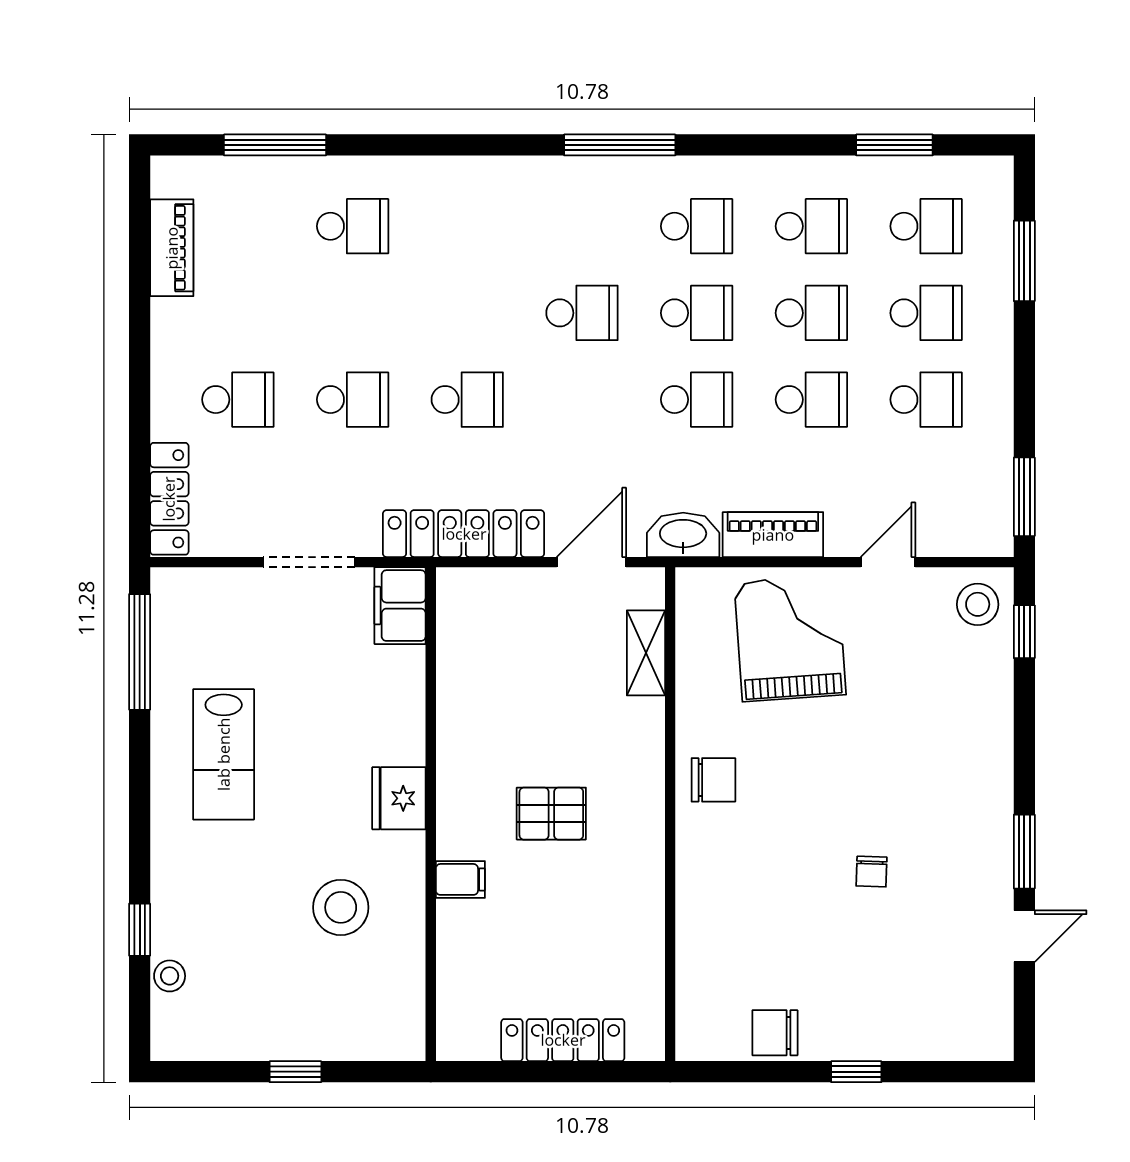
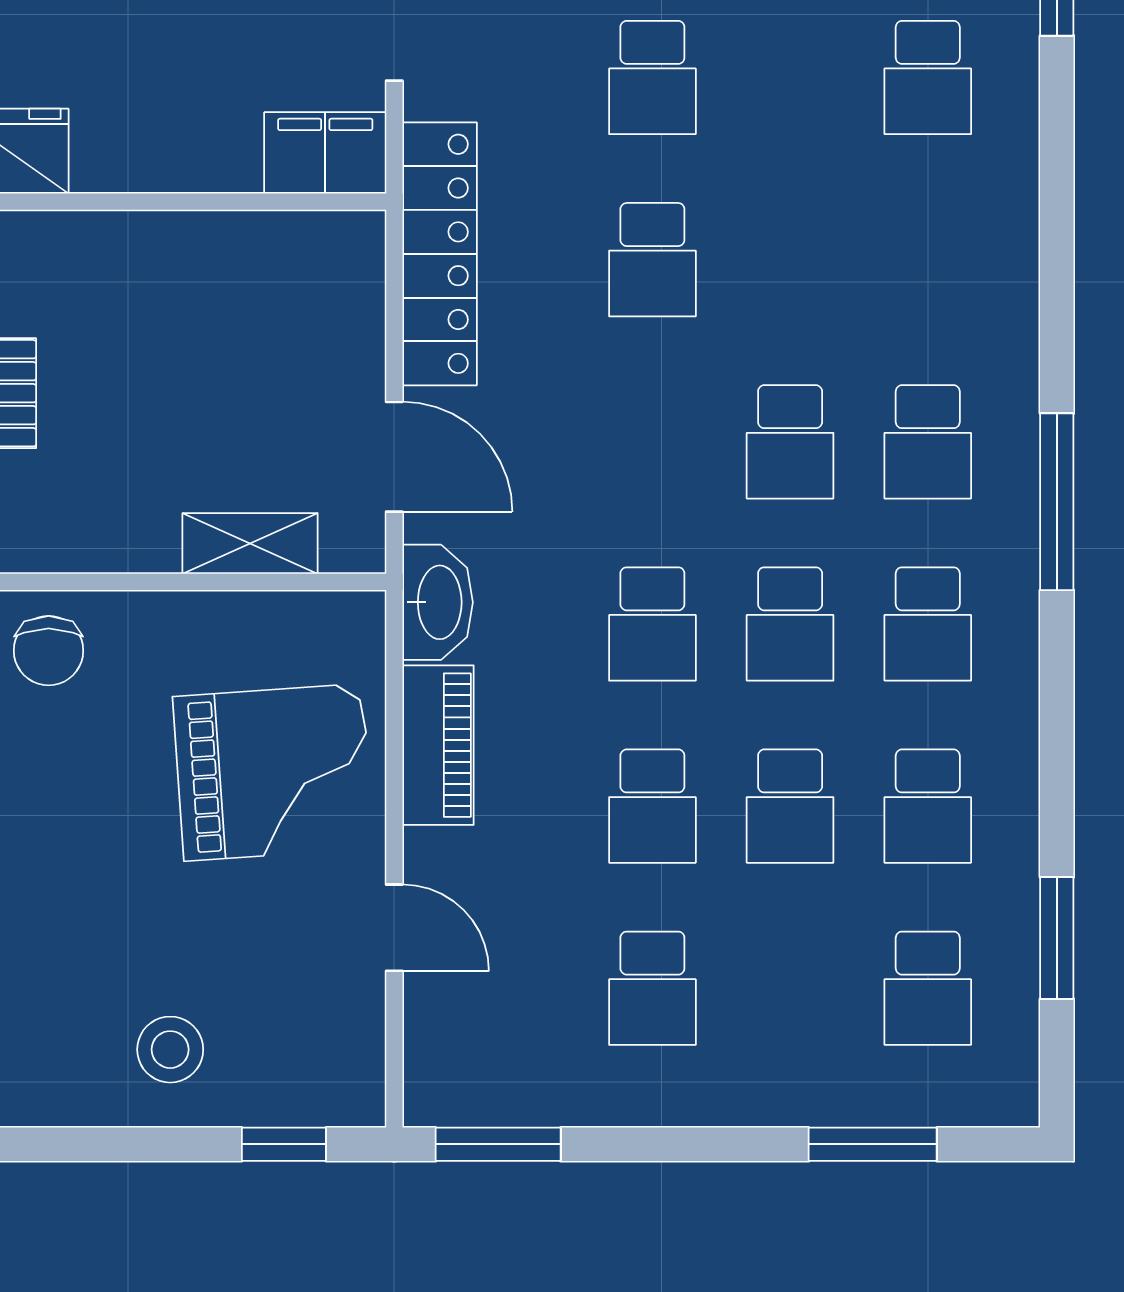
school desk: (926, 313) -> (928, 442), moved
stool: (978, 604) -> (170, 1050), moved

